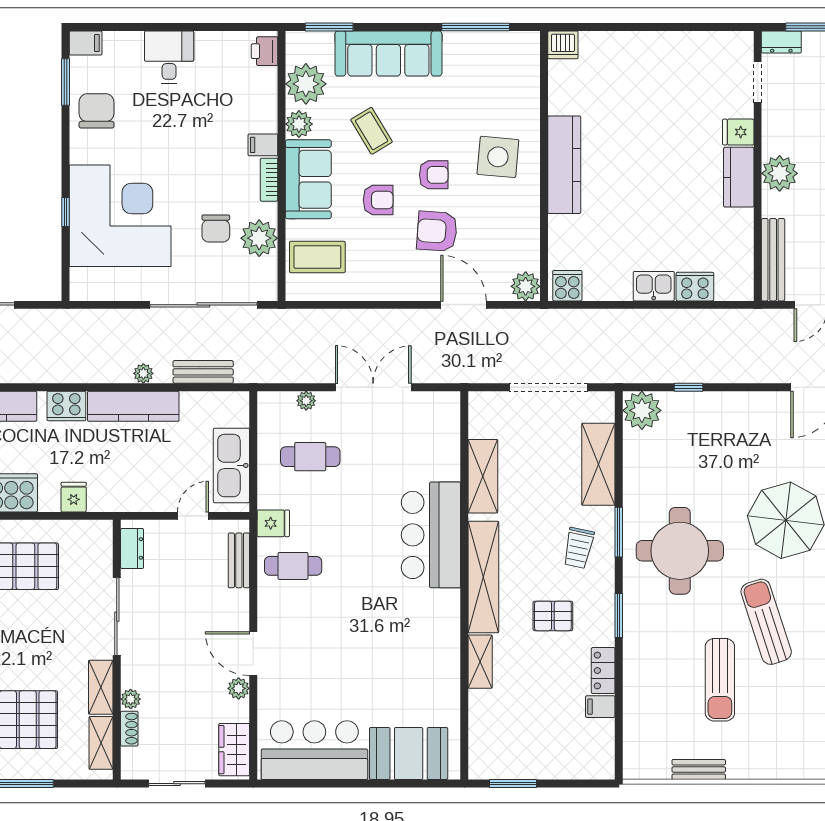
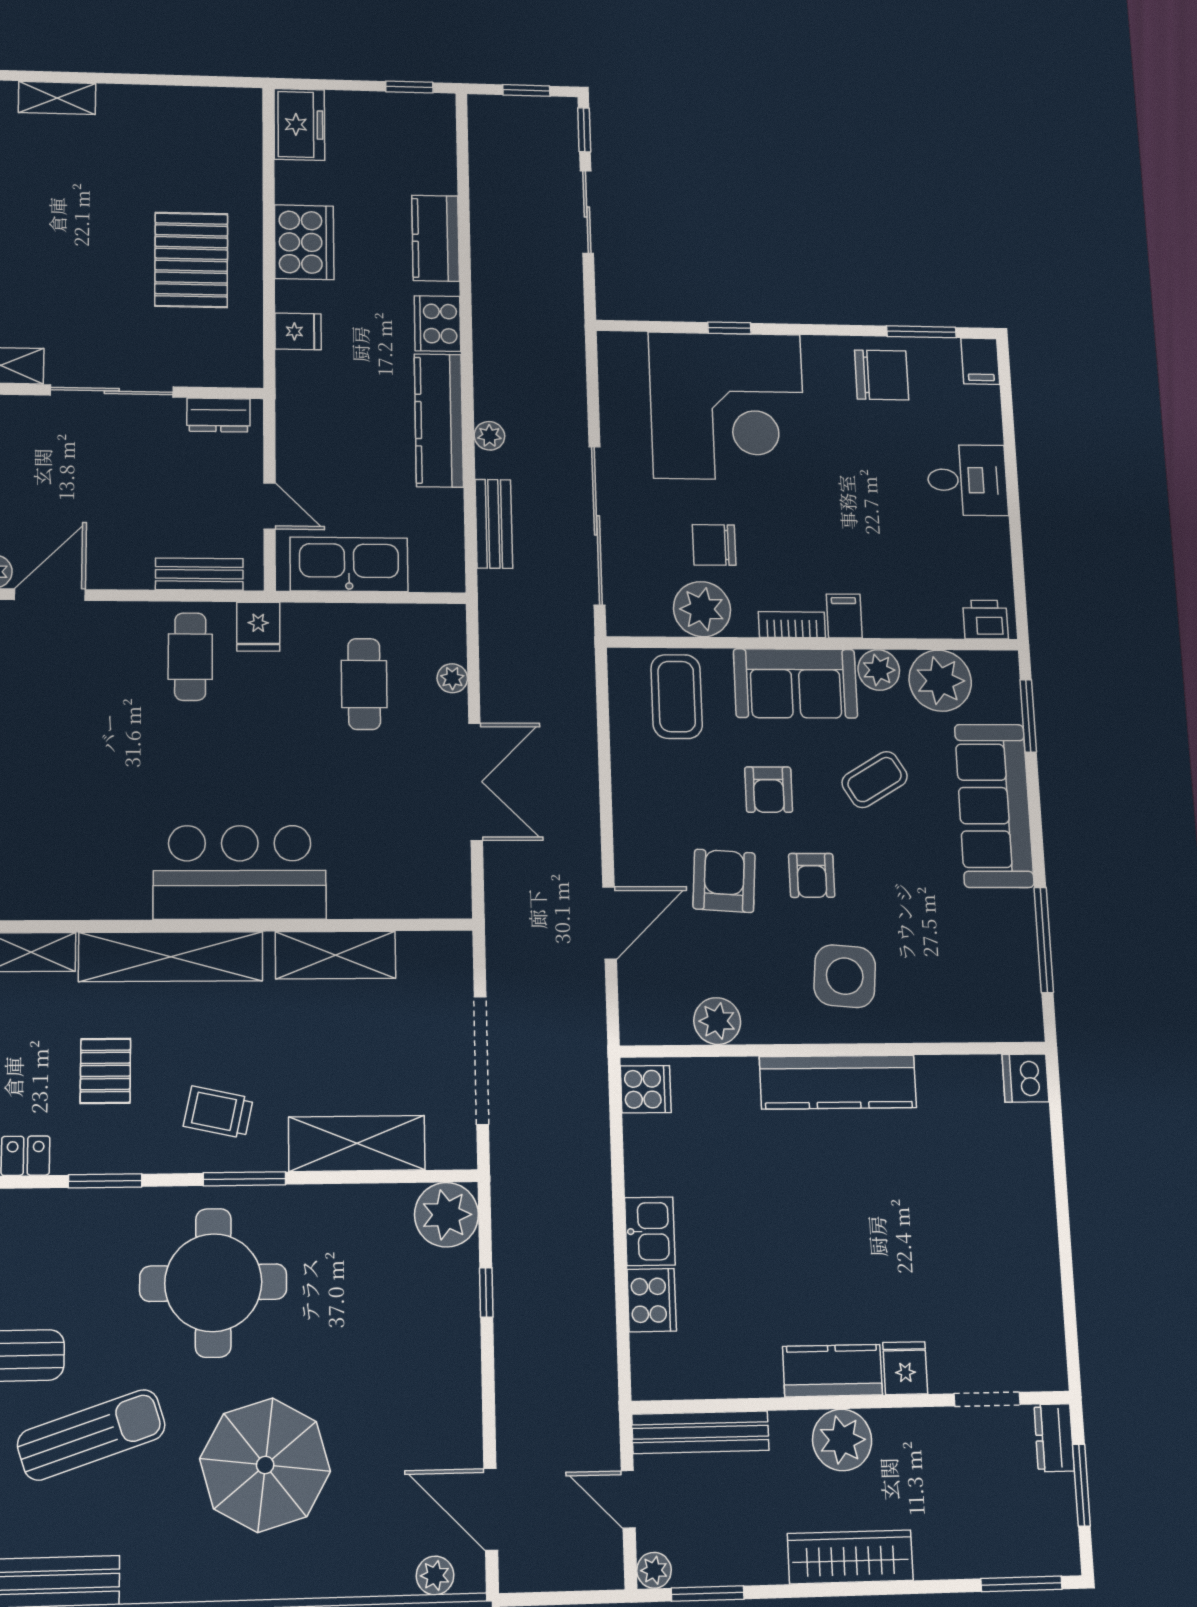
plant: (526, 286) -> (717, 1021), moved

